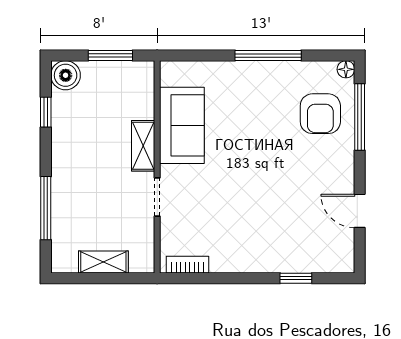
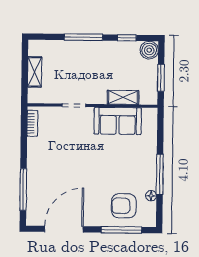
floor lamp: (346, 69) -> (151, 196), moved
shelving: (143, 146) -> (123, 97), moved
window: (46, 208) -> (83, 37), moved
door: (360, 211) -> (64, 229), width x1.87
window: (296, 278) -> (23, 190), width x2.17

